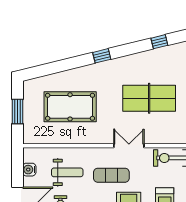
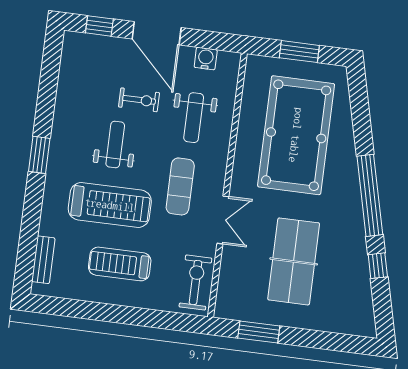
window: (159, 42) -> (378, 266), moved
window: (102, 56) -> (370, 195), width x3.17
pool table: (70, 107) -> (296, 135), width x1.36, depth x1.32

